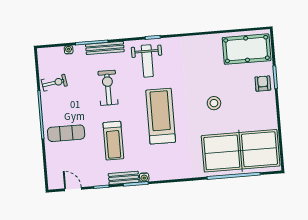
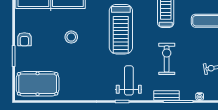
bench: (105, 48) -> (166, 95), width x0.73
armchair: (263, 84) -> (24, 39), moved
exercise bike: (108, 88) -> (167, 59), turned 180

